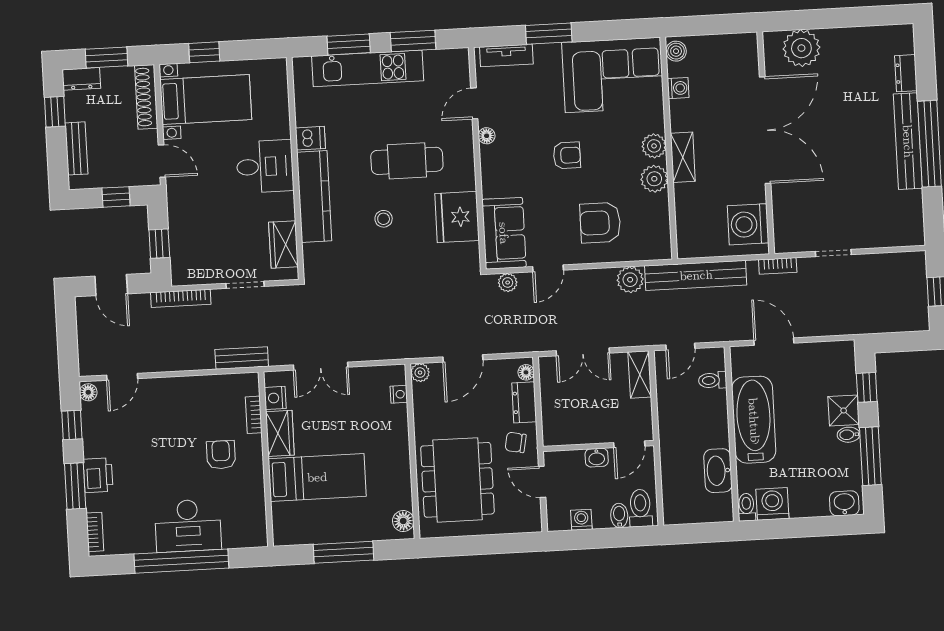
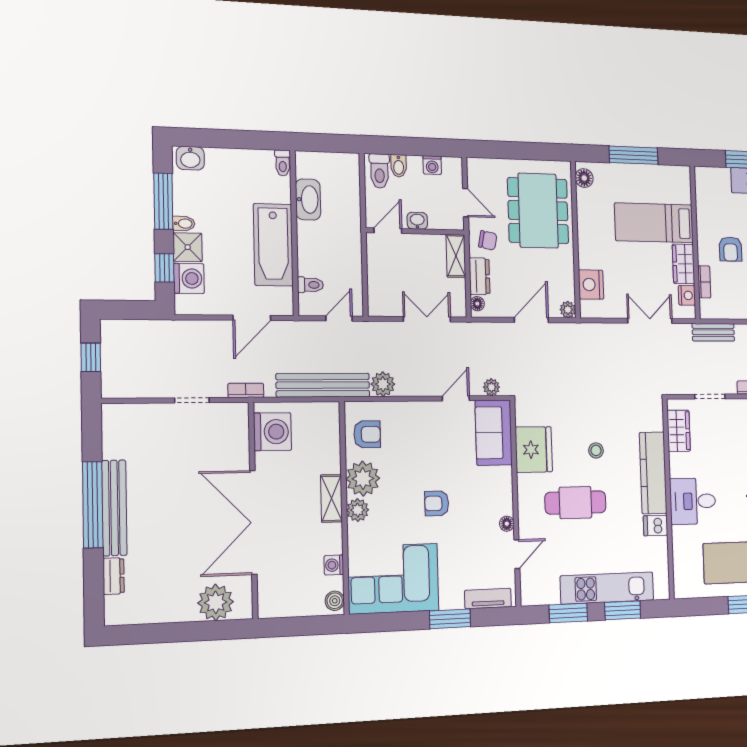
plant: (654, 179) -> (363, 479), width x1.36, depth x1.36
armchair: (600, 223) -> (367, 434), moved, width x0.72, depth x0.72
door: (774, 342) -> (252, 318), hinge flipped
shelving: (640, 375) -> (456, 256), moved
nightstand: (399, 394) -> (591, 285), width x1.89, depth x1.79
washing machine: (772, 504) -> (189, 278), moved, turned -90

